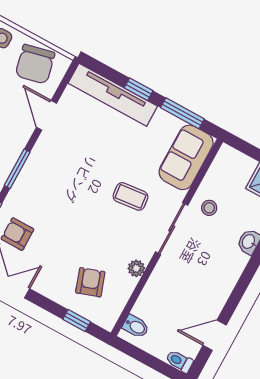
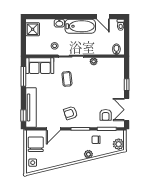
chair: (35, 64) -> (36, 144), turned -77
window: (139, 89) -> (23, 116), moved
bathtub: (220, 280) -> (80, 26), added
armchair: (90, 282) -> (71, 113), moved
window: (77, 321) -> (127, 85), moved

